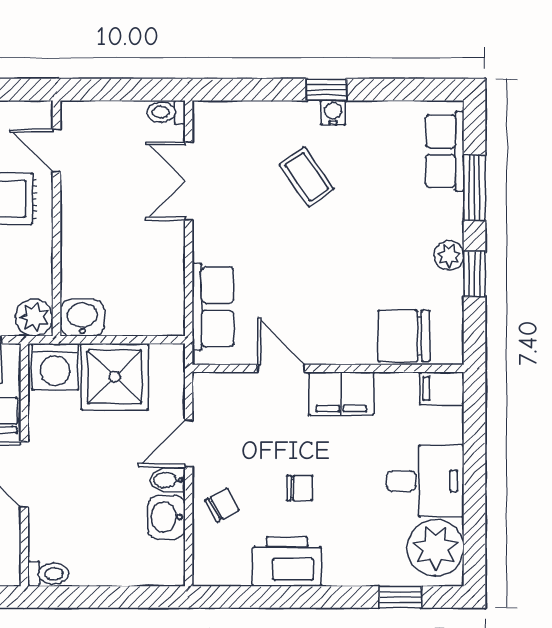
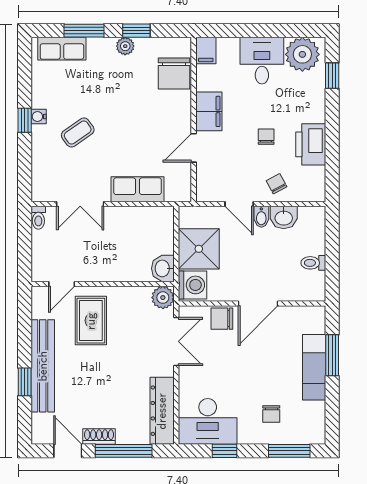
row of seats: (213, 307) -> (138, 189), moved
toilet: (48, 574) -> (313, 263), moved, turned -90

